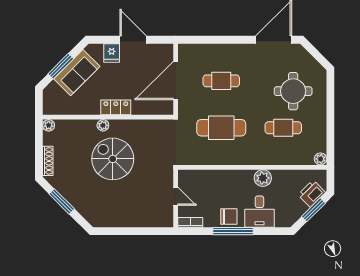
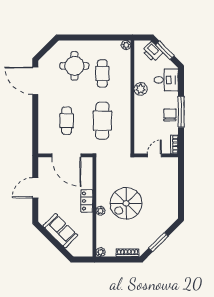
fridge: (112, 53) -> (45, 204), removed
window: (61, 66) -> (55, 243), removed
desk: (259, 212) -> (166, 80), moved

